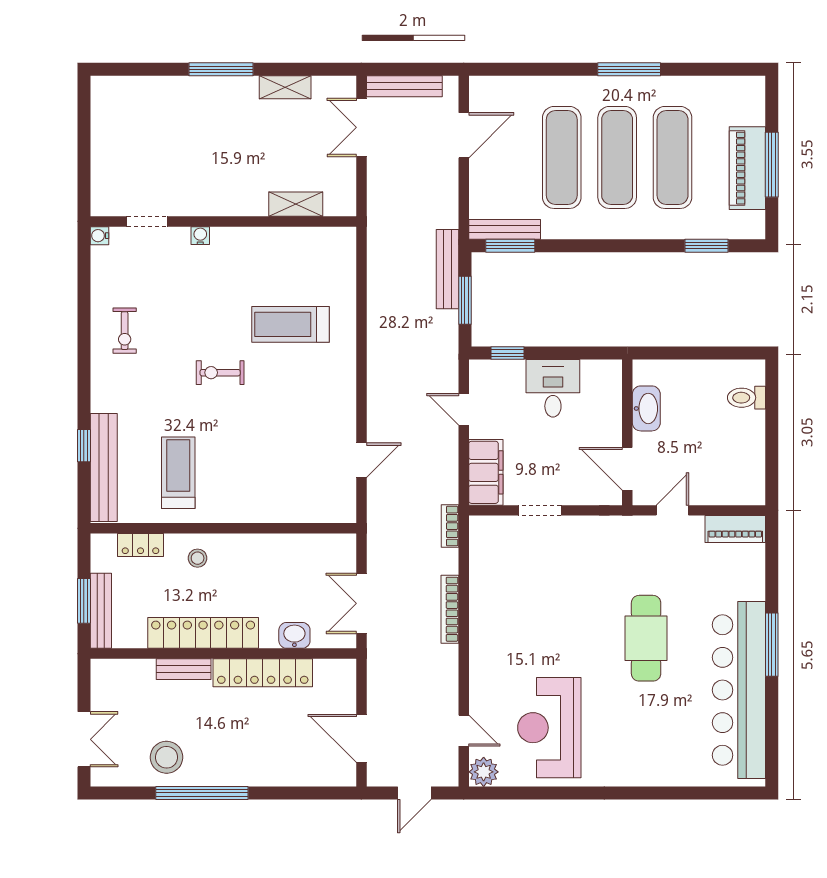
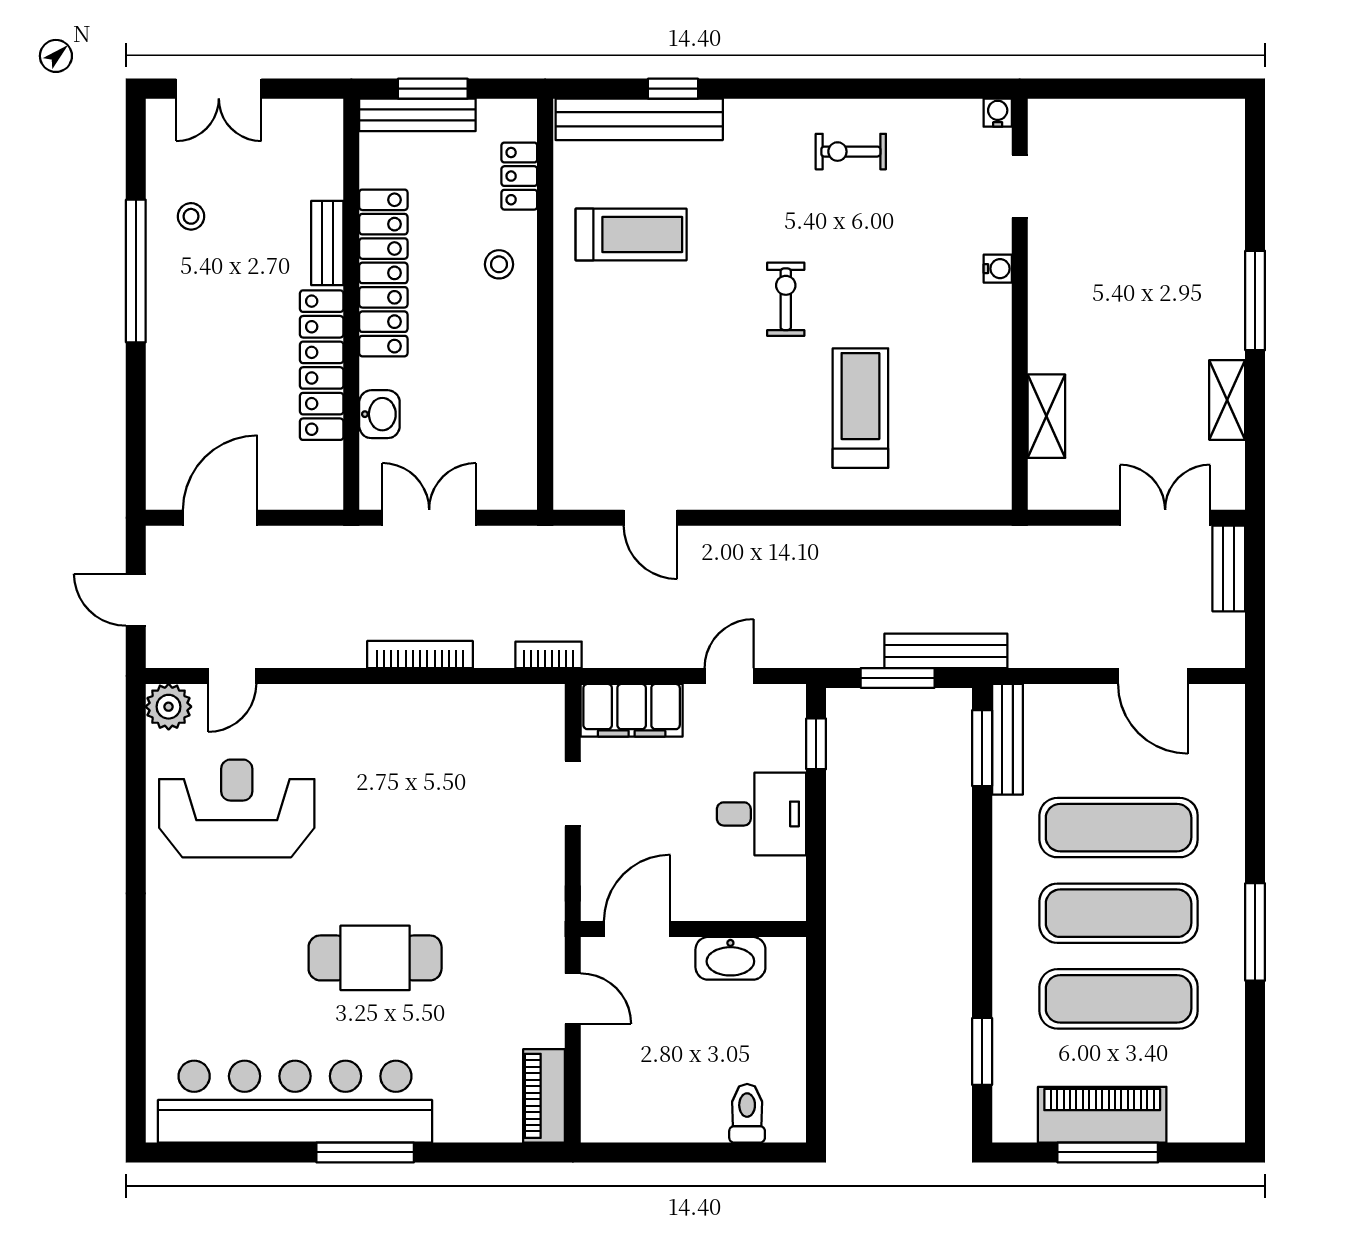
bench: (404, 86) -> (1229, 569), width x0.73
stool: (167, 757) -> (191, 216), width x0.53, depth x0.53

